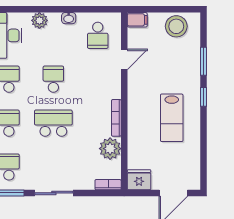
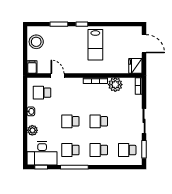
school desk: (98, 35) -> (42, 93), turned 180
lab bench: (172, 118) -> (95, 45), turned 90
school desk: (53, 123) -> (99, 121), width x0.54

